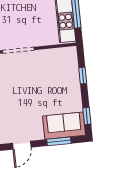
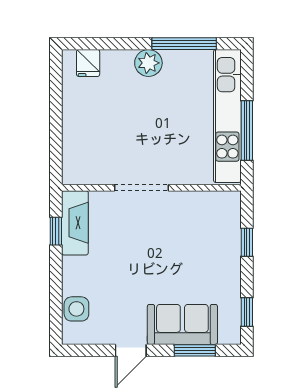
sofa: (64, 126) -> (182, 324), moved

